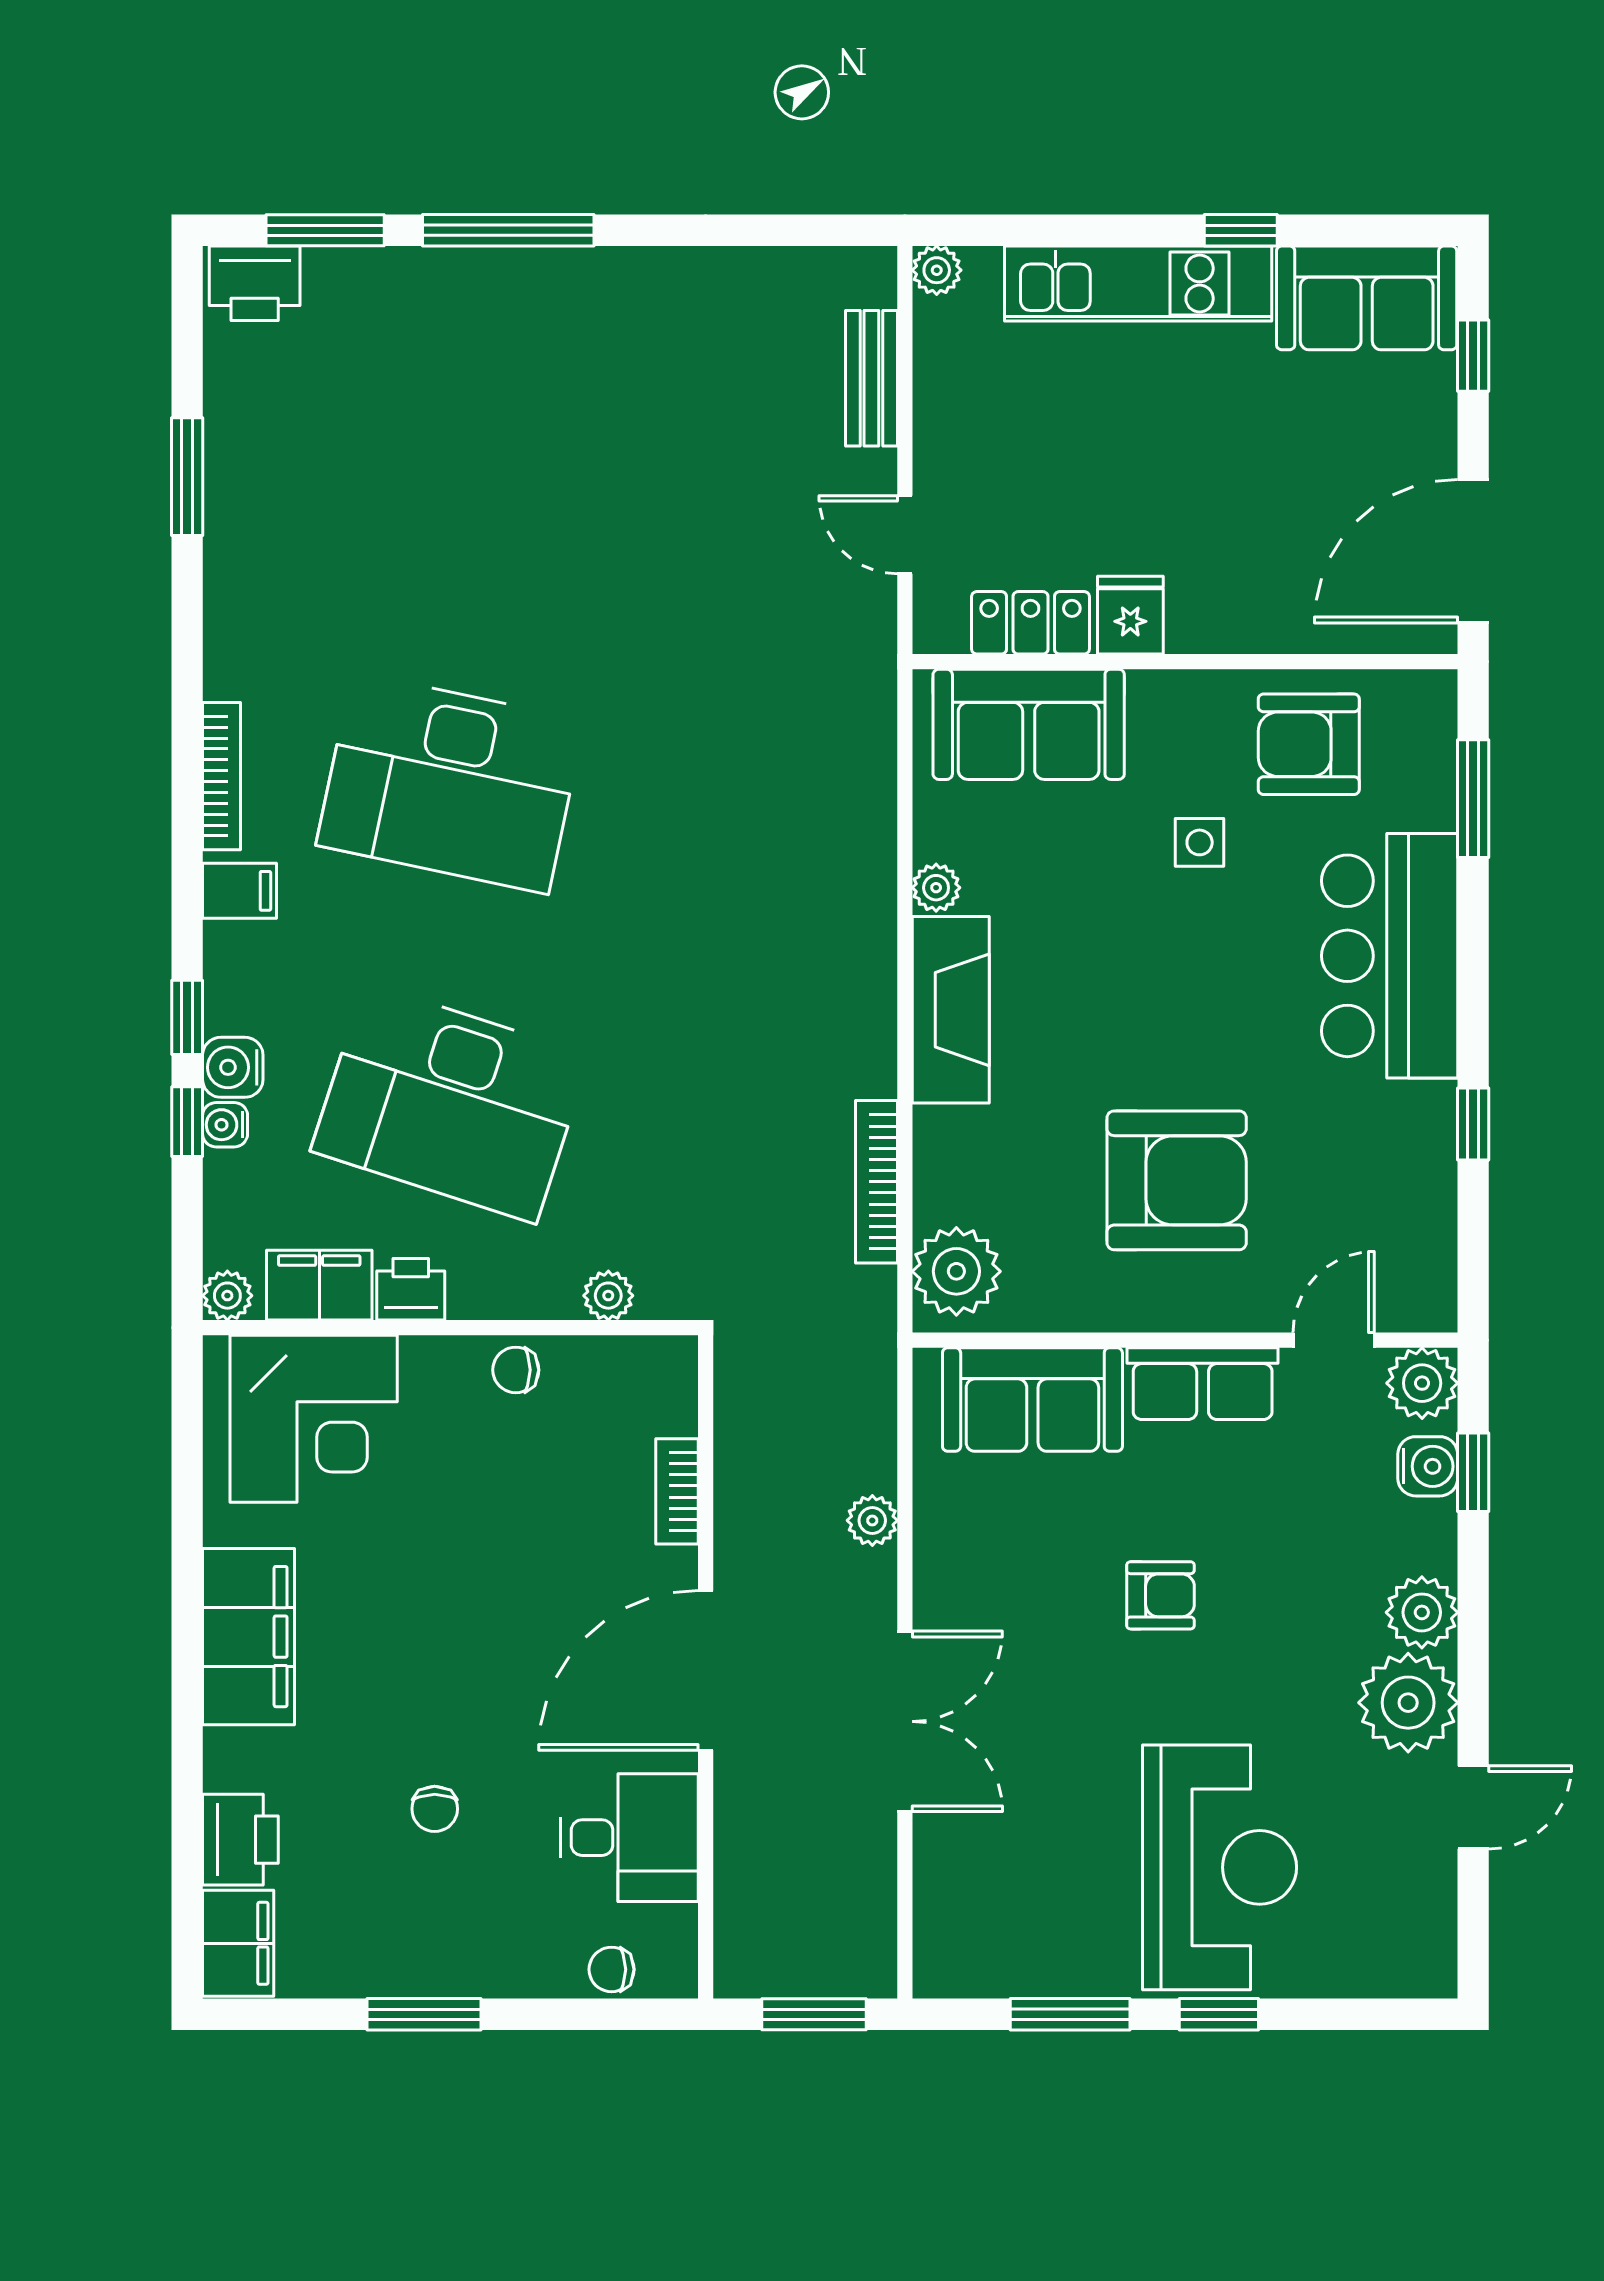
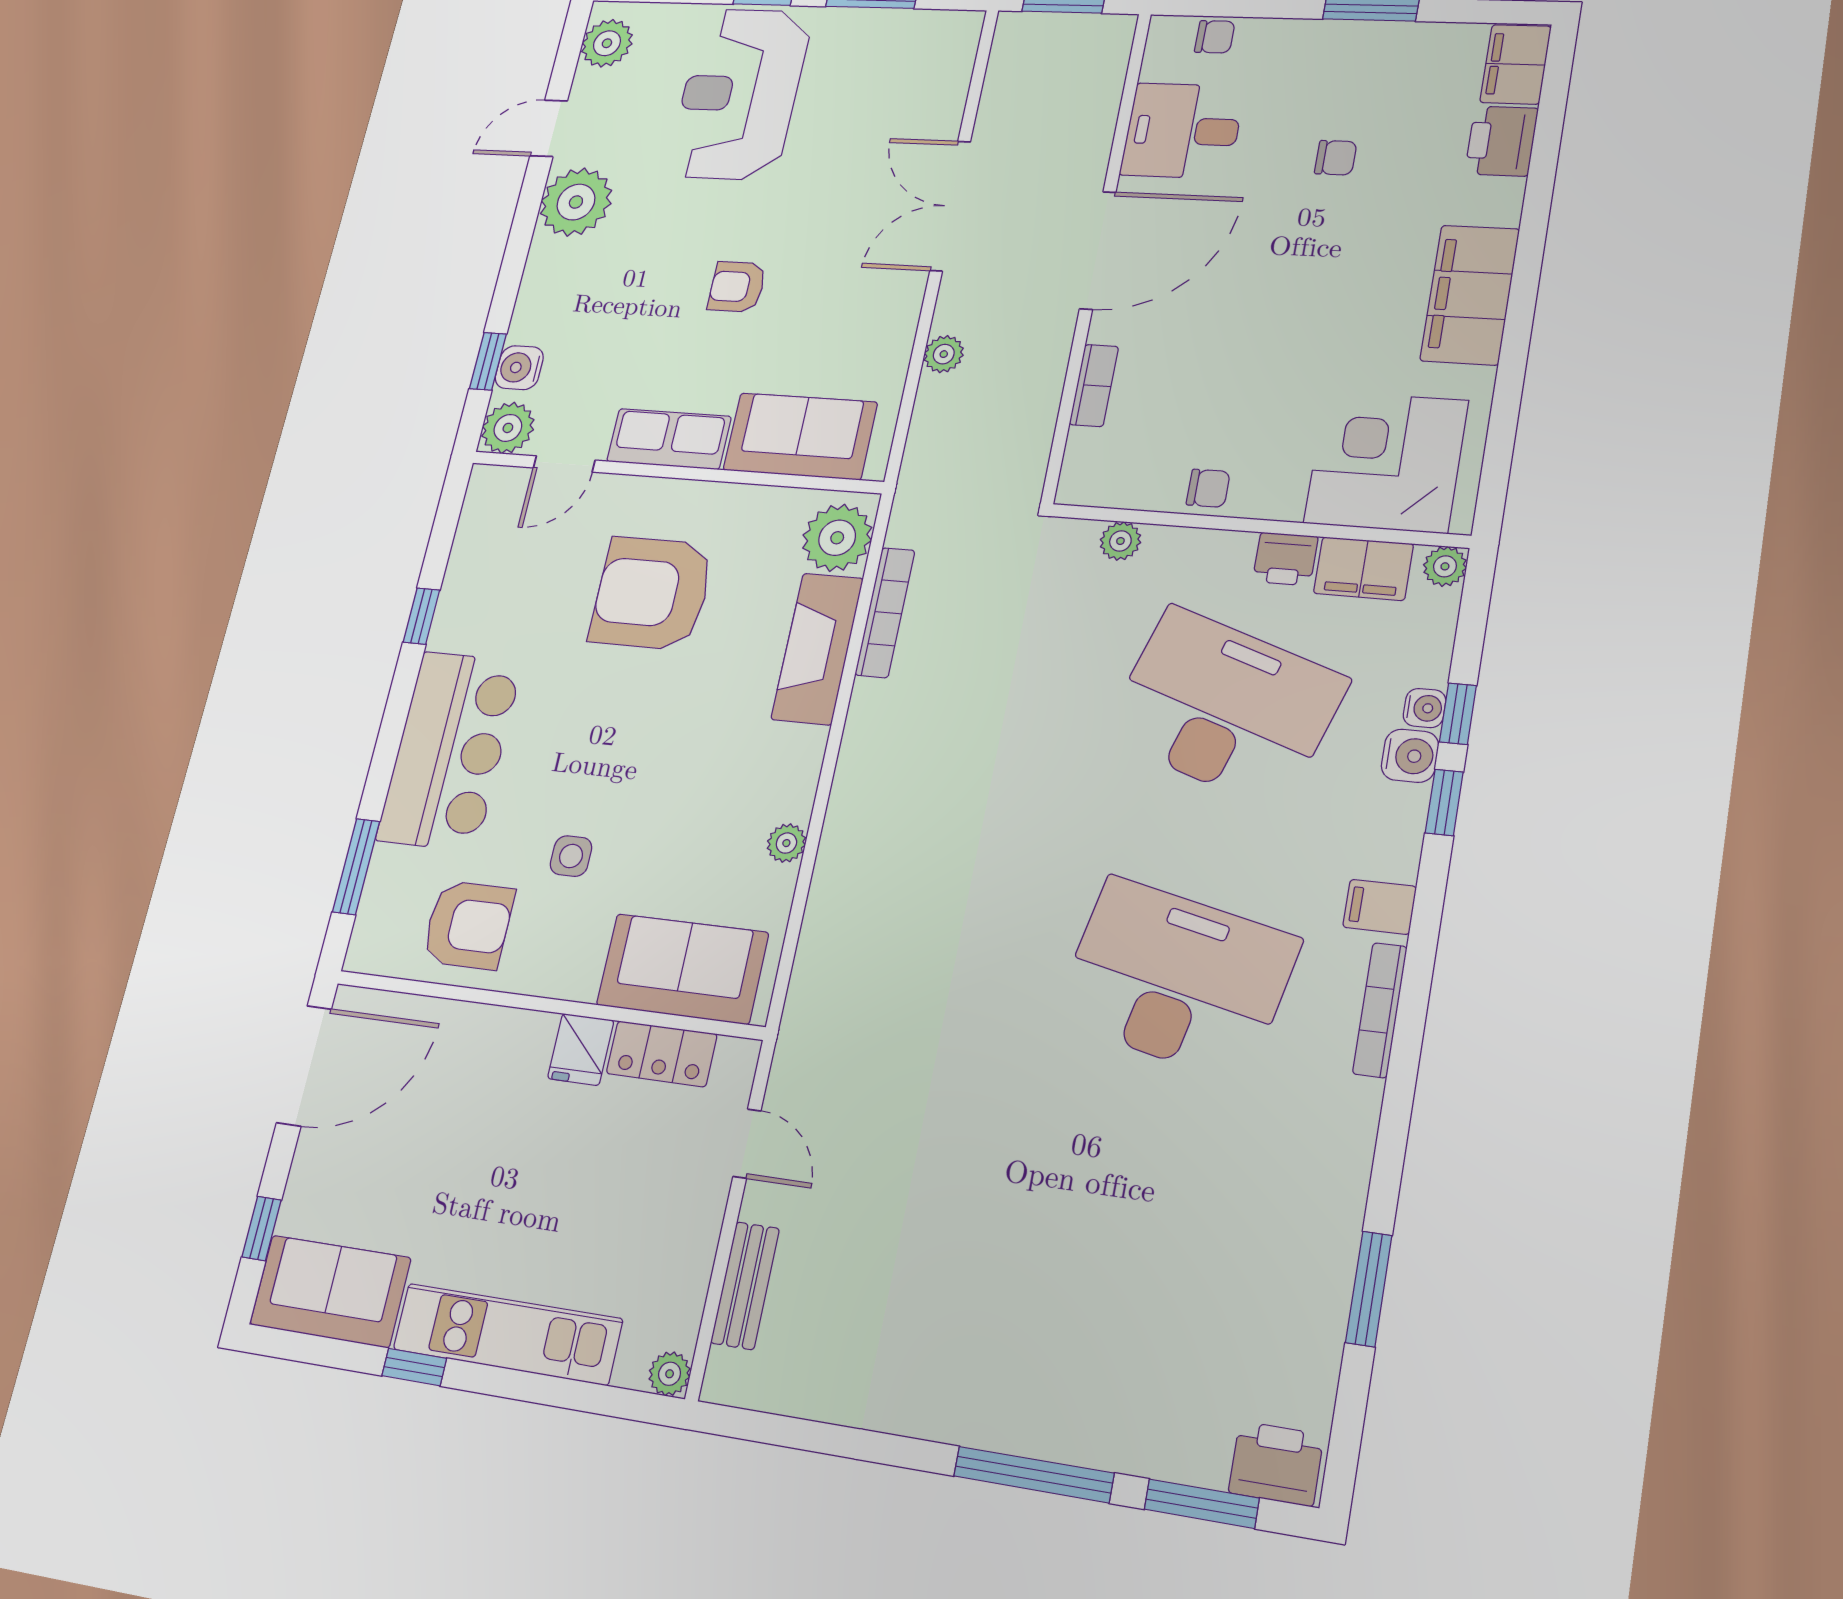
fireplace: (951, 1010) -> (817, 649), moved
plant: (1422, 1612) -> (607, 43), moved
chair: (435, 1809) -> (1336, 158), turned 90

